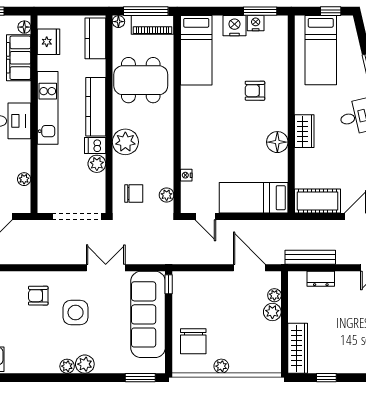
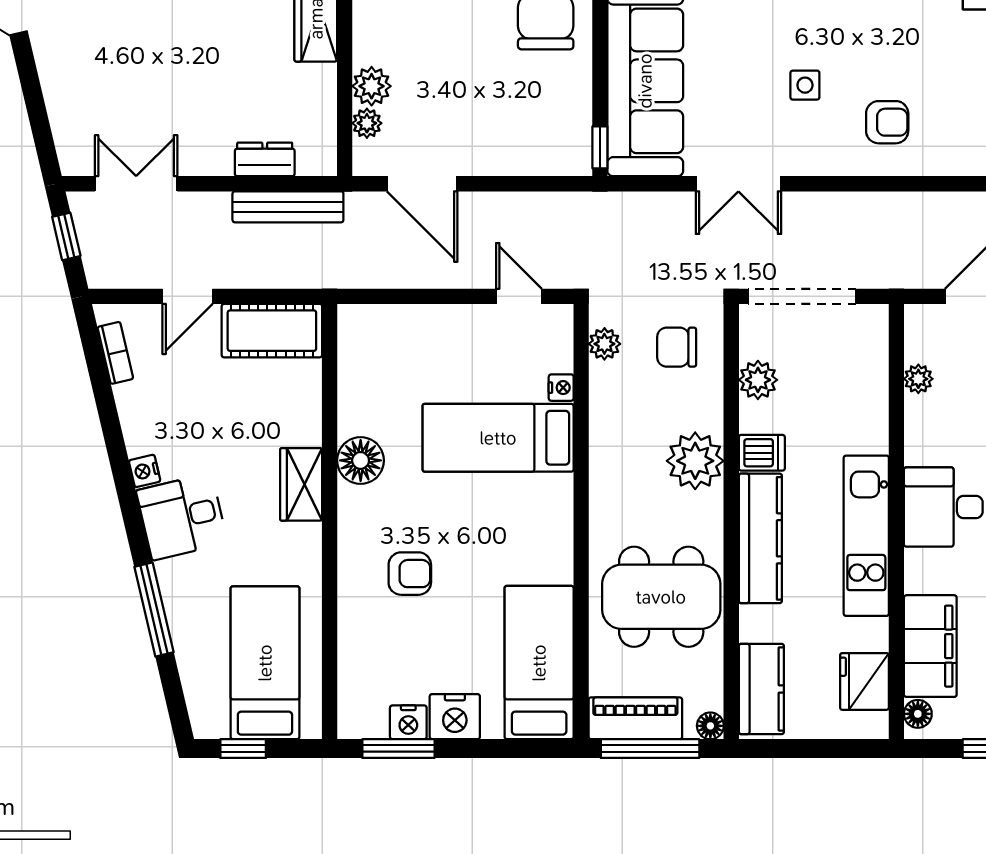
plant: (97, 164) -> (758, 380), moved
bed: (254, 198) -> (498, 438), moved, turned 180
side table: (76, 312) -> (805, 85), width x0.54, depth x0.54

